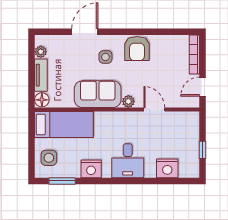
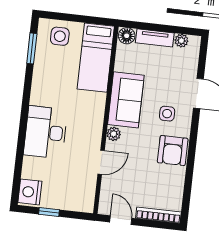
armchair: (137, 48) -> (173, 151), turned -90
desk: (128, 161) -> (46, 132), width x1.37
nightstand: (167, 168) -> (30, 192), moved
nightstand: (91, 169) -> (42, 83), removed

